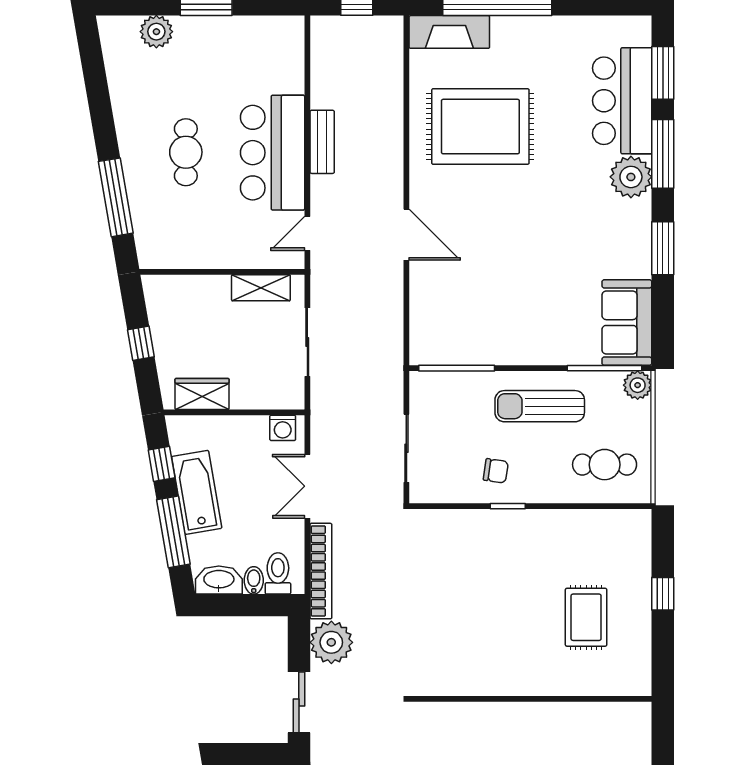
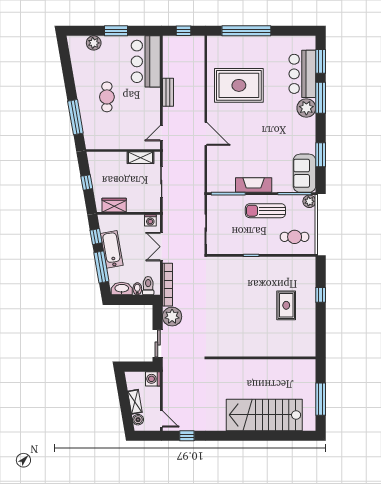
fireplace: (449, 32) -> (254, 185), moved, turned 180
bar counter: (273, 153) -> (146, 61), moved
window: (663, 248) -> (321, 155), moved
chair: (496, 471) -> (246, 240), removed
wall: (530, 699) -> (261, 358), moved

